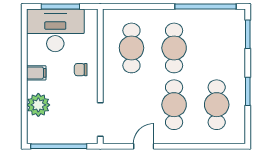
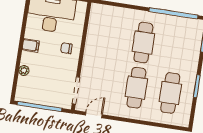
cafe table: (131, 48) -> (109, 37), removed
plant: (38, 105) -> (24, 70), width x0.53, depth x0.53
door: (144, 146) -> (94, 115), moved

